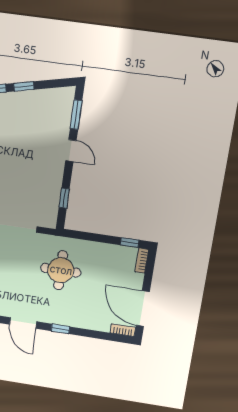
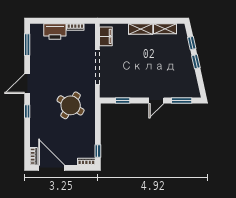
round table: (61, 270) -> (71, 105), turned 31
door: (143, 309) -> (52, 168), hinge flipped

